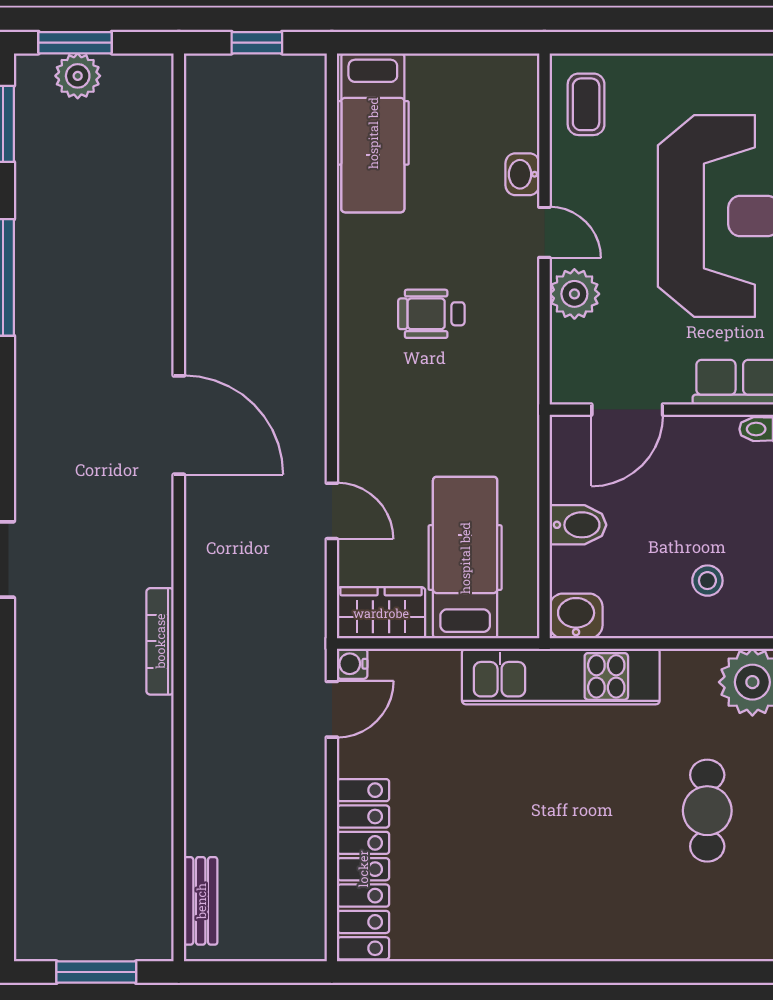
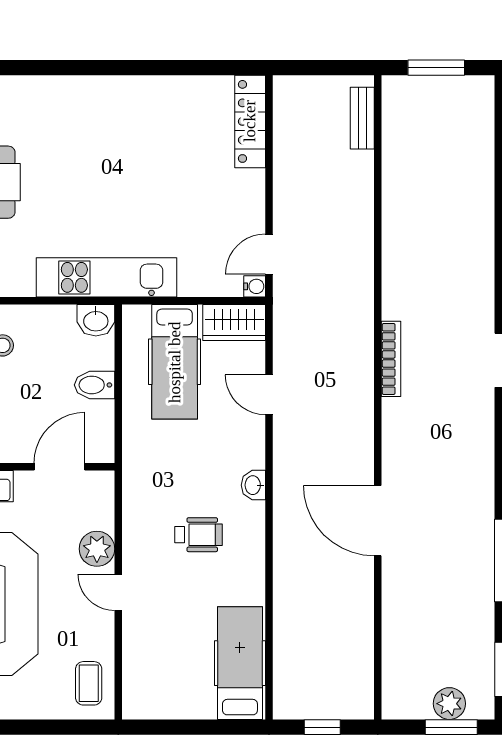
washbasin: (522, 174) -> (253, 485), moved, turned 180
door: (179, 425) -> (378, 521), moved
bookcase: (160, 641) -> (391, 359), moved
locker: (363, 869) -> (250, 121), width x0.71, depth x0.83

